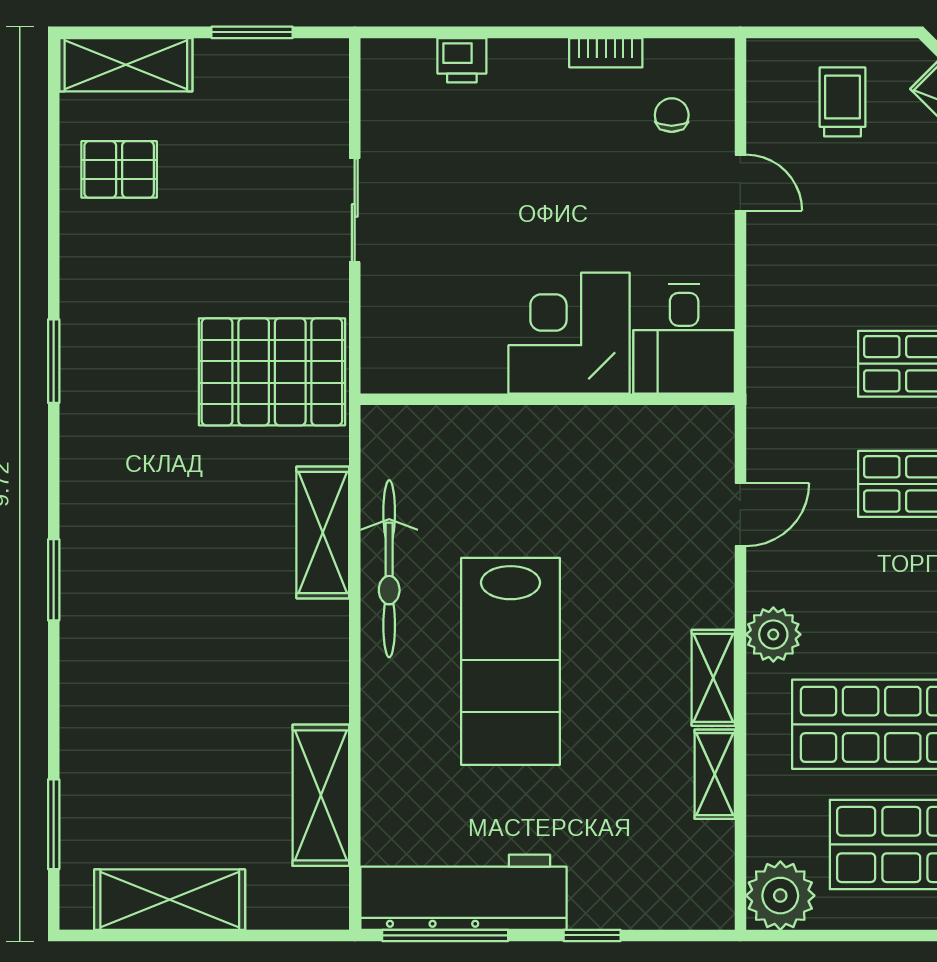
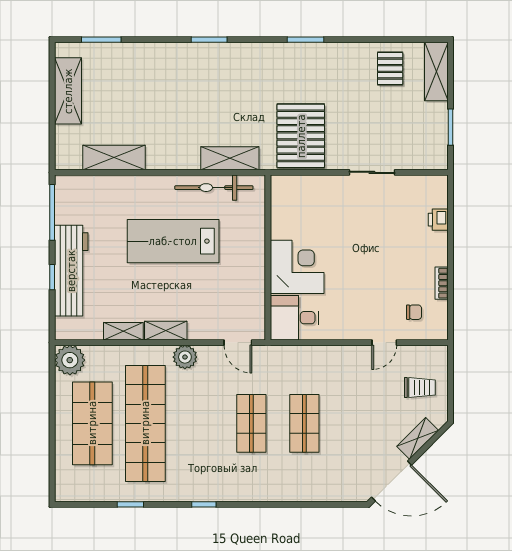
corner desk: (569, 333) -> (297, 267), moved
desk: (684, 339) -> (295, 318), moved
wall: (548, 399) -> (268, 257), moved
workbench: (463, 892) -> (71, 271), moved

